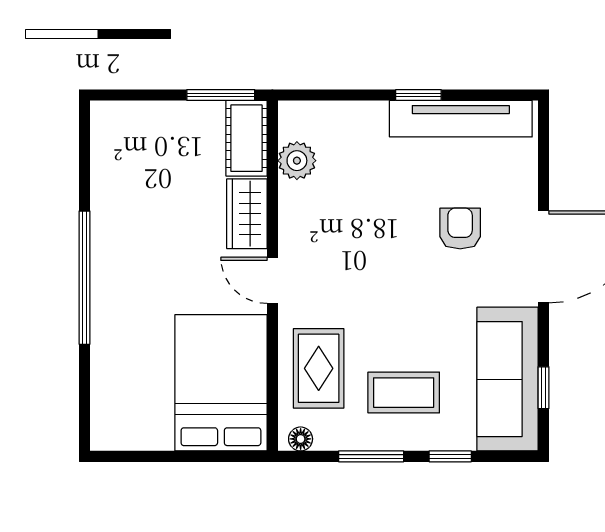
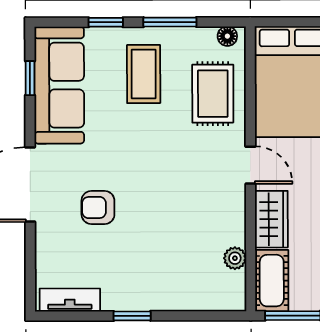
tv unit: (461, 119) -> (70, 300), width x0.52, depth x0.78
plant: (297, 161) -> (235, 258), width x0.73, depth x0.73
armchair: (460, 228) -> (98, 207), turned 90
coffee table: (404, 393) -> (144, 74), turned 90

